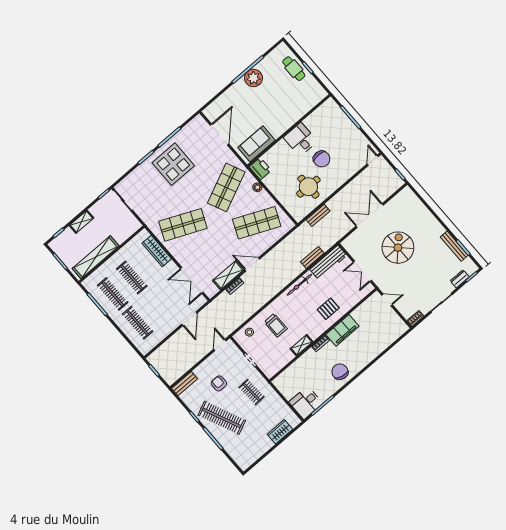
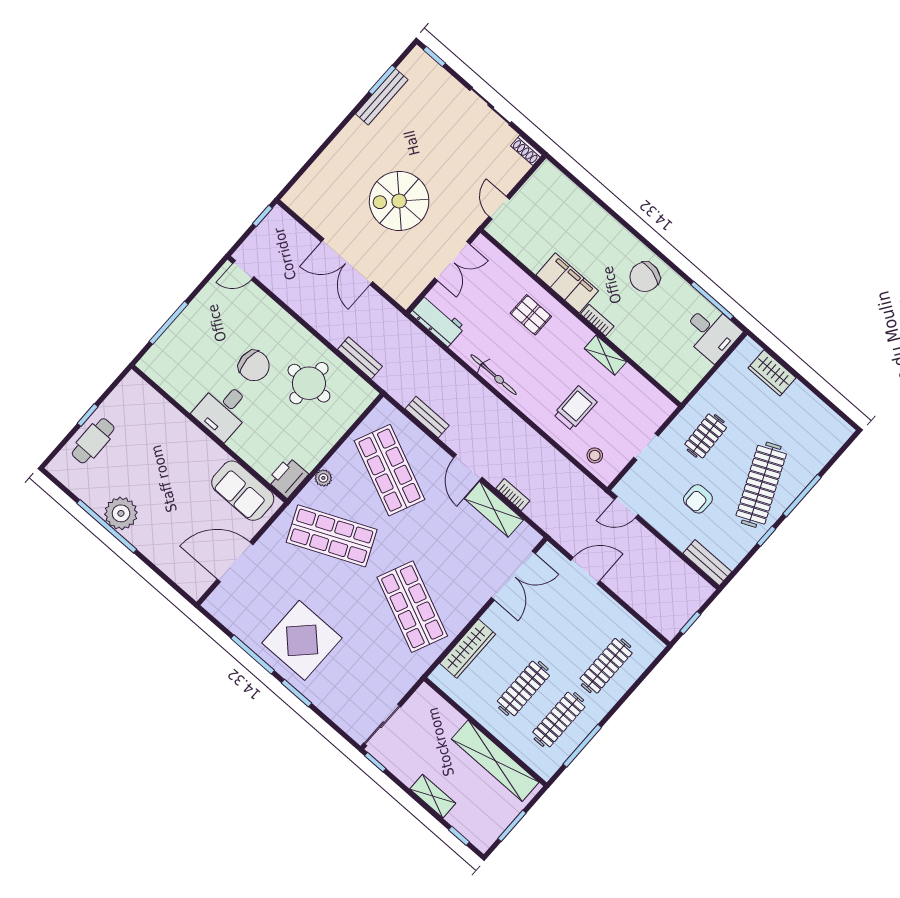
chair: (322, 159) -> (254, 366), turned 90
bench: (312, 257) -> (427, 417), moved
workbench: (328, 262) -> (437, 320), width x0.73
dresser: (460, 279) -> (441, 78), removed

